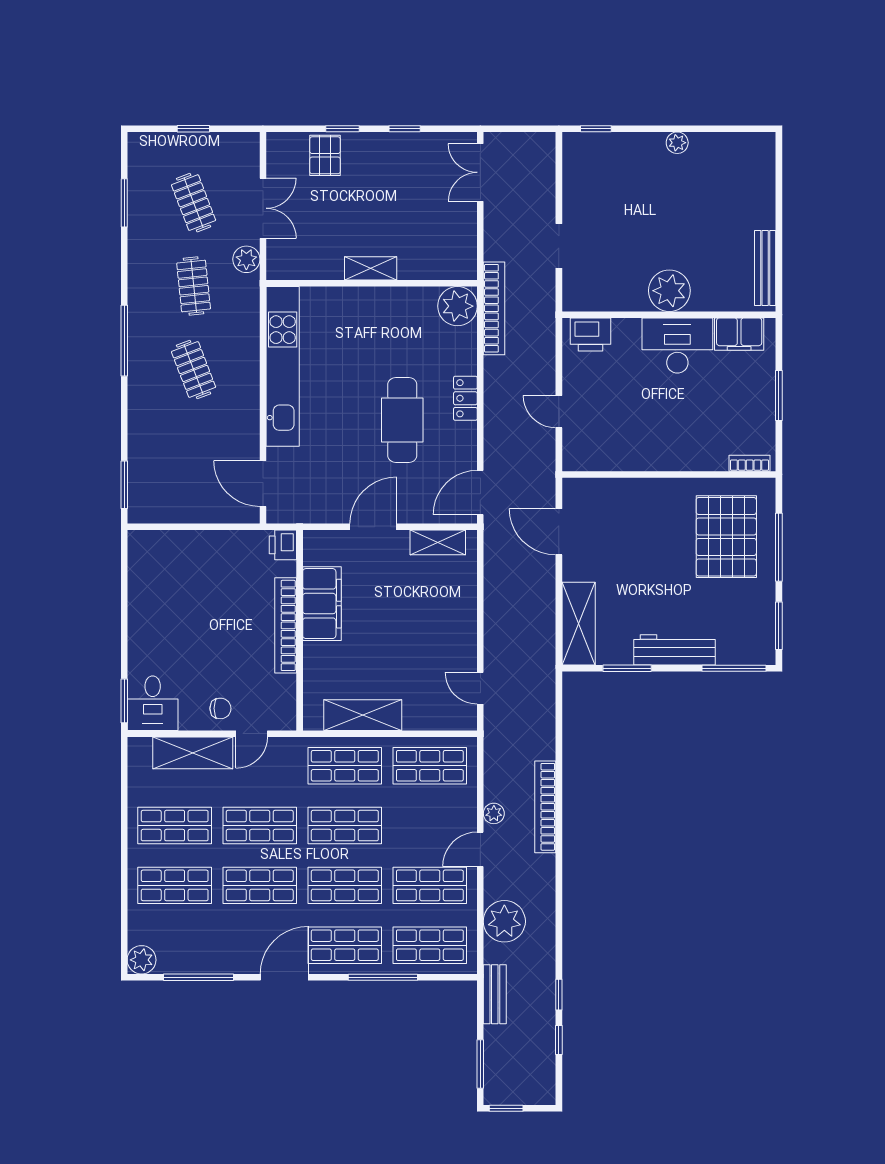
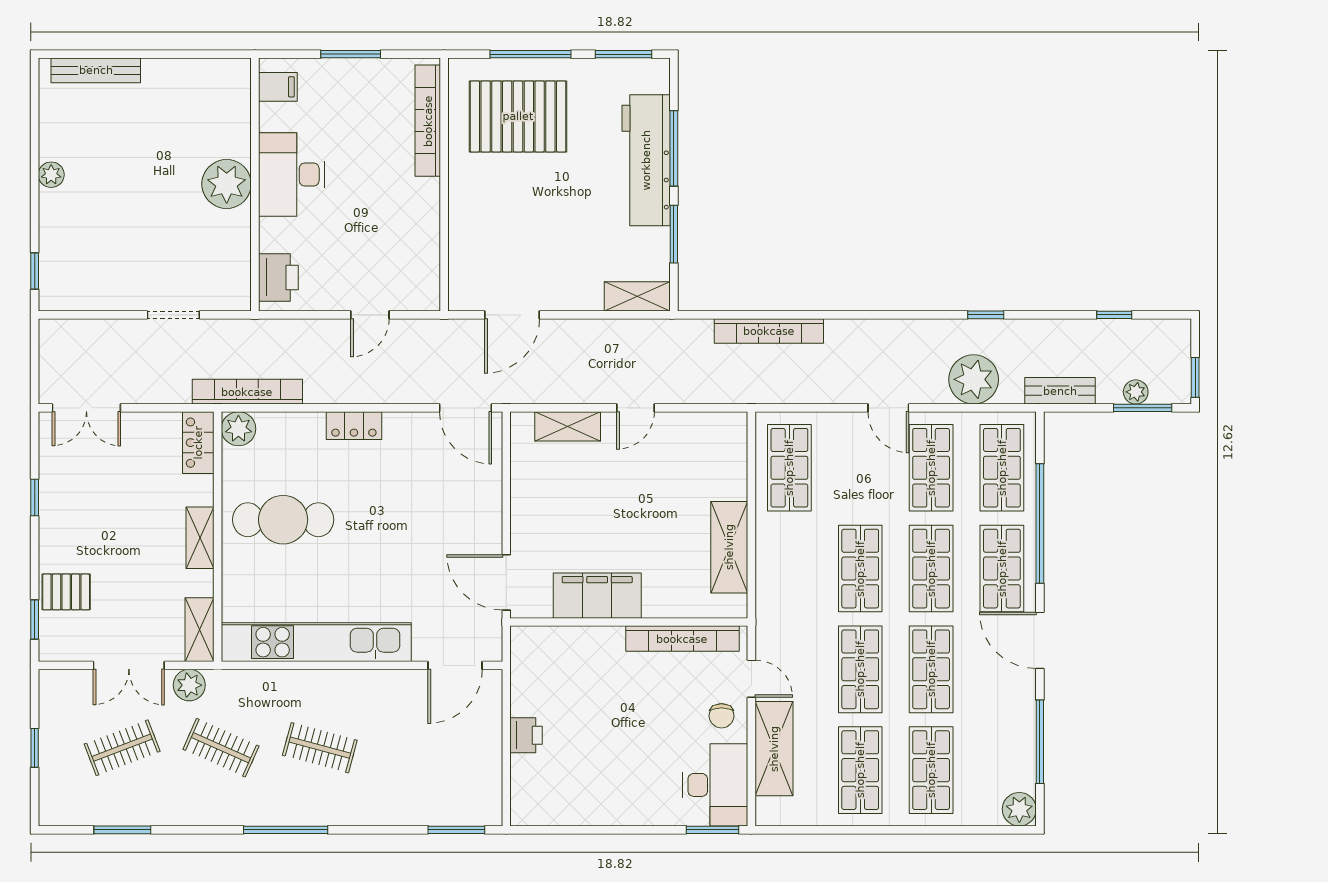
window: (342, 129) -> (35, 620), moved
double door: (263, 208) -> (129, 665), swing flipped
locker: (451, 267) -> (198, 443), added
shelving: (293, 268) -> (199, 630), added
bench: (765, 268) -> (96, 70), moved
clothes rail: (194, 286) -> (221, 748), turned 30
plant: (457, 306) -> (238, 429), width x0.73, depth x0.73
filing cabinet: (739, 334) -> (278, 87), width x0.50
clothes rail: (194, 369) -> (320, 748), turned 36
cafe table: (402, 420) -> (283, 520), moved
bookcase: (750, 463) -> (428, 121), width x2.31, depth x1.31
door: (373, 527) -> (506, 582), moved
shelving: (438, 542) -> (568, 426), moved, turned 90
printer: (283, 545) -> (526, 735), moved, turned -90
shelving: (579, 624) -> (637, 296), width x0.67, depth x0.75
bookcase: (286, 625) -> (682, 639), moved
workbench: (675, 650) -> (646, 160), width x1.36, depth x1.32
window: (734, 668) -> (674, 148), moved
door: (480, 688) -> (635, 408), moved
desk: (153, 703) -> (715, 785), width x1.37
chair: (220, 708) -> (721, 716), turned 180
shop shelf: (345, 766) -> (789, 569), removed
bookcase: (545, 807) -> (769, 331), moved
plant: (494, 813) -> (1136, 392), moved
window: (383, 977) -> (1040, 523), width x1.46
window: (559, 995) -> (986, 315), moved

